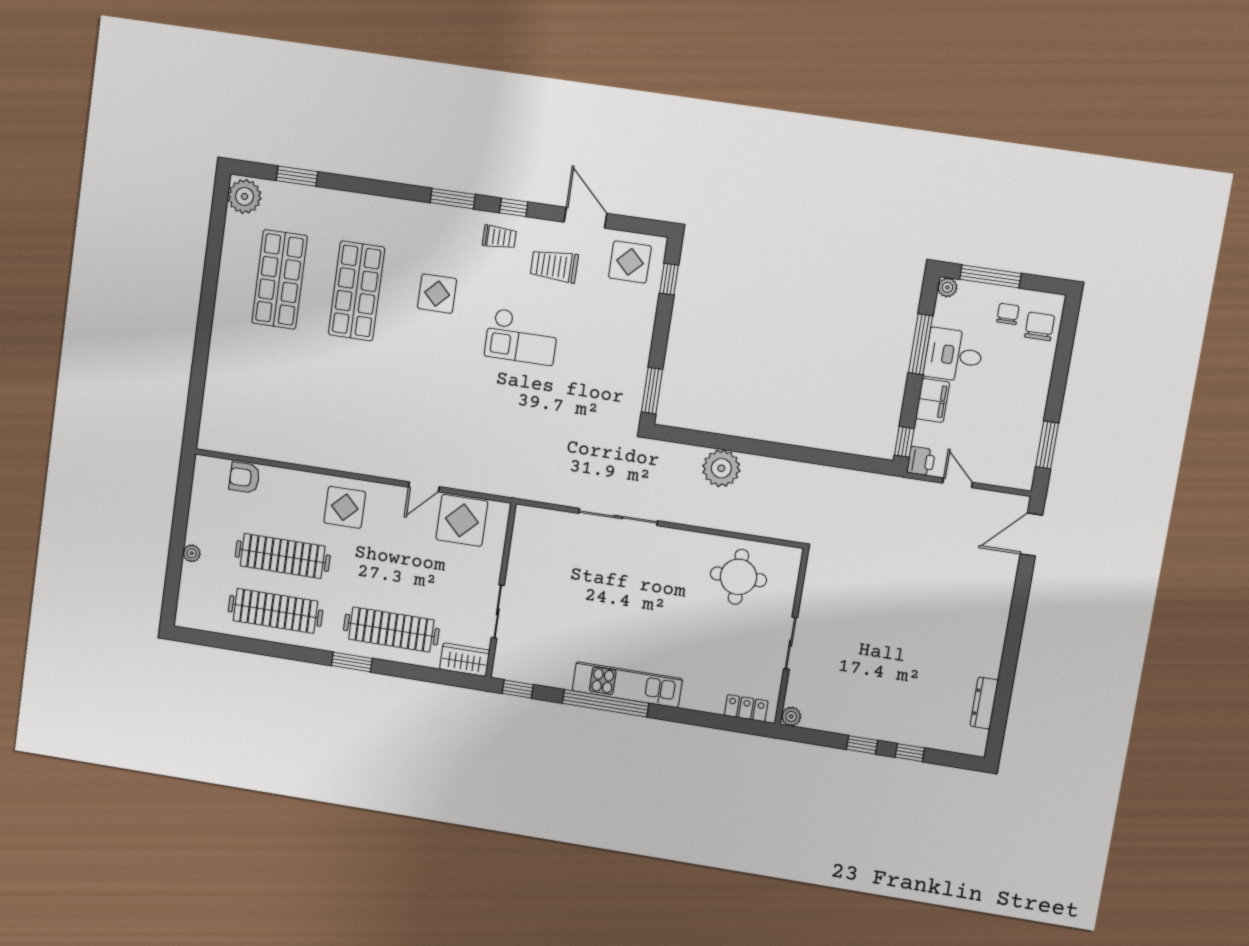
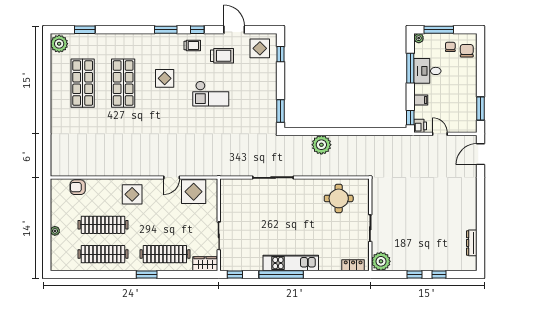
trolley: (554, 266) -> (222, 56), turned 180
filing cabinet: (933, 400) -> (421, 100), width x0.50
plant: (791, 716) -> (381, 261), width x1.88, depth x1.88

